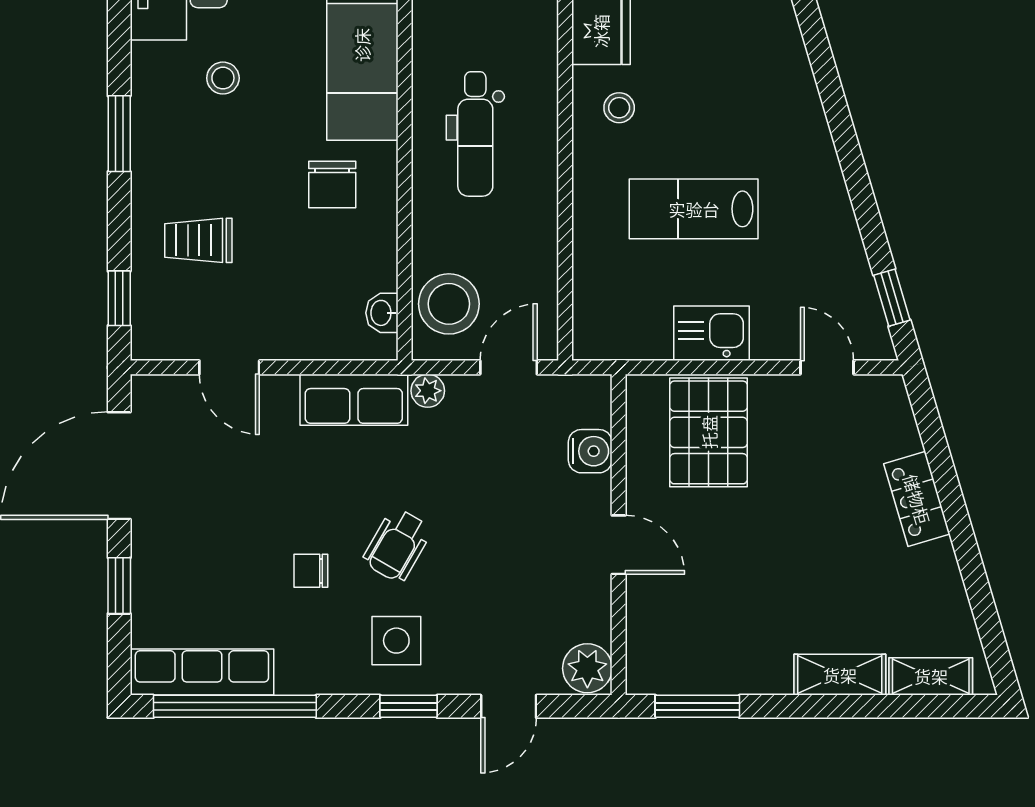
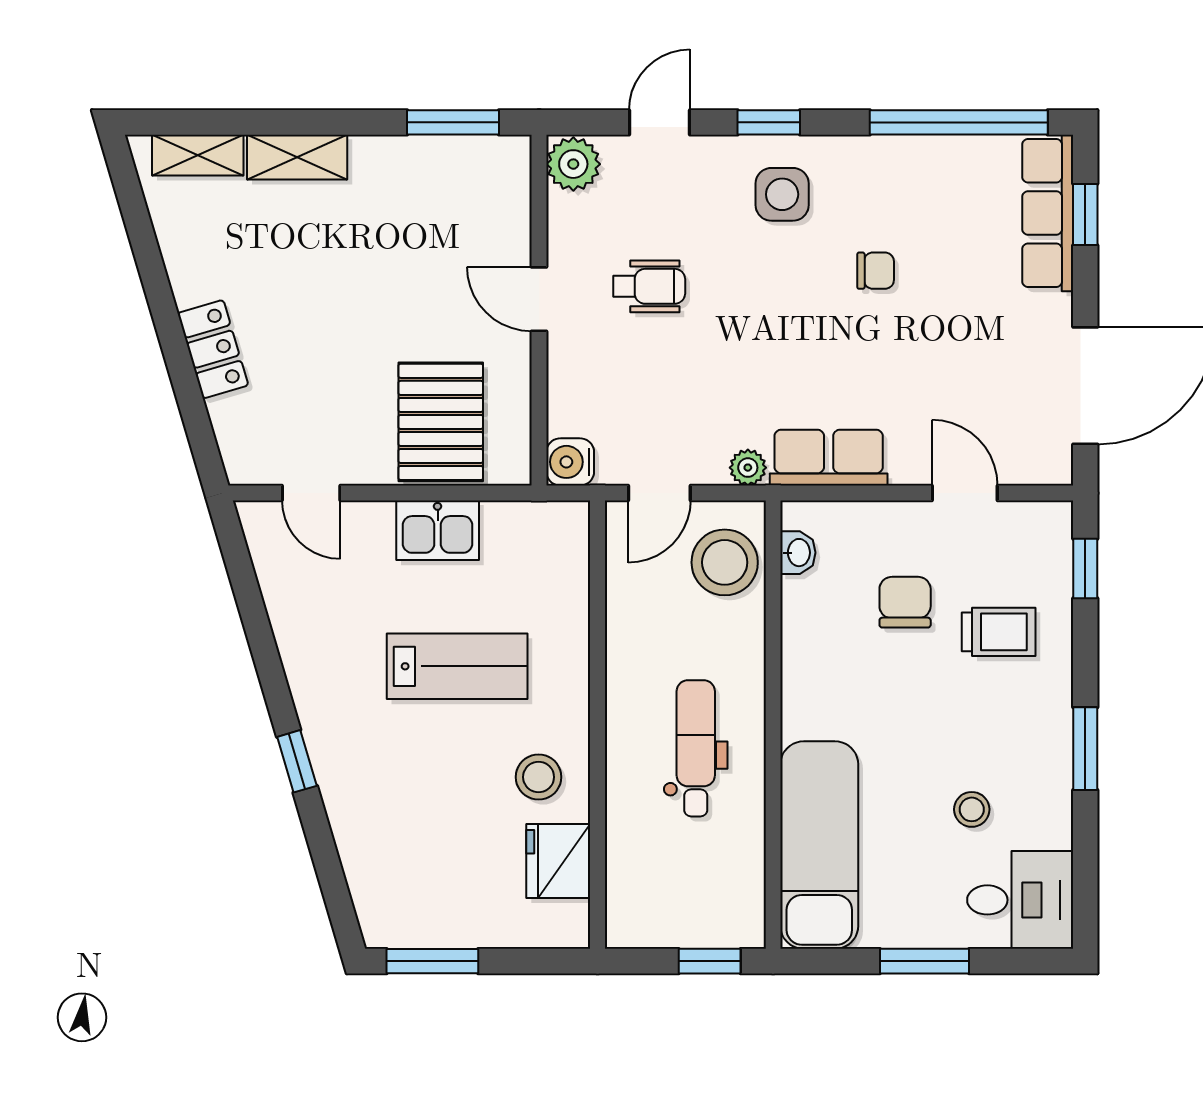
stool: (619, 108) -> (539, 777), width x1.37, depth x1.37
chair: (332, 185) -> (905, 602), moved
window: (892, 298) -> (297, 761), moved
water cooler: (590, 451) -> (570, 462), moved
wheelchair: (397, 545) -> (649, 286), moved, turned 60
window: (119, 586) -> (1085, 215), moved
row of seats: (202, 672) -> (1048, 213), moved, turned 90

